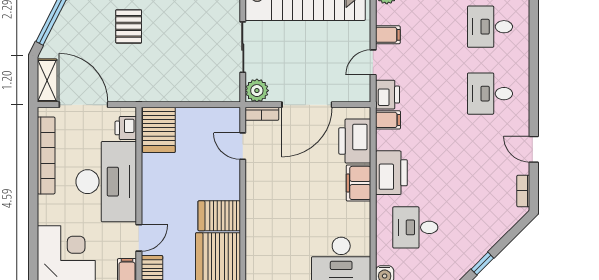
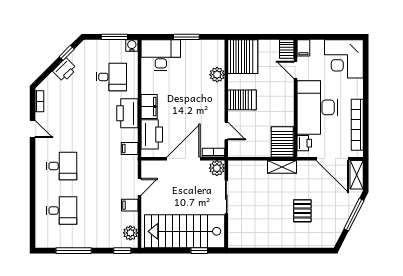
shelving: (159, 92) -> (282, 167), added
printer: (388, 95) -> (65, 70), moved, turned -135
server rack: (219, 216) -> (242, 100), moved
plant: (257, 231) -> (217, 75), added
door: (139, 238) -> (295, 70), hinge flipped

